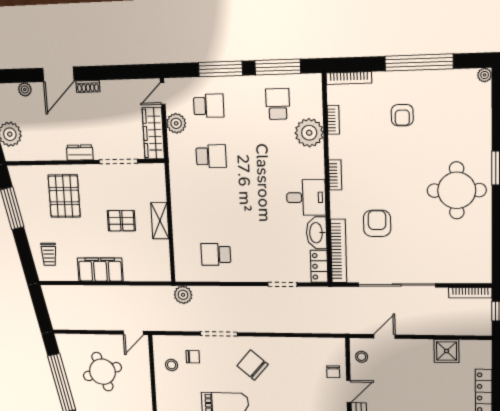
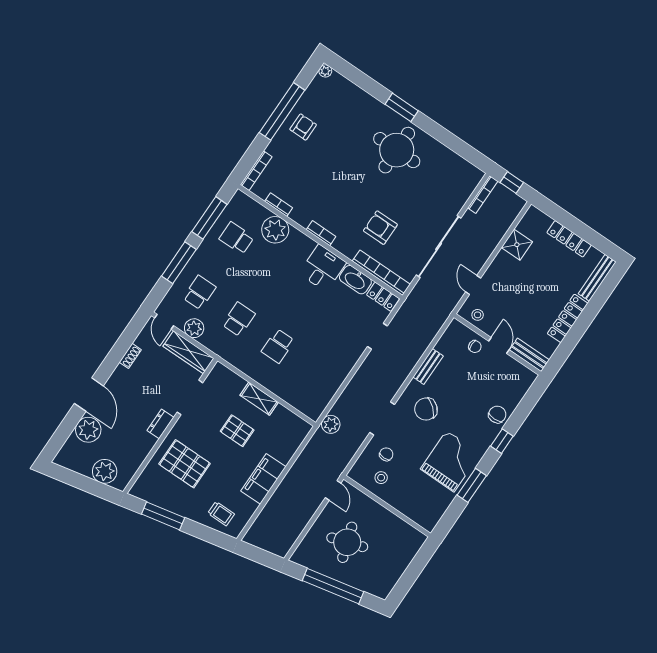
shoe rack: (88, 86) -> (130, 356), moved
plant: (25, 89) -> (88, 430), width x1.88, depth x1.88
armchair: (402, 115) -> (303, 127), moved, turned -90
pallet: (121, 221) -> (237, 431), turned 90
school desk: (216, 254) -> (278, 346), moved
bench: (288, 344) -> (428, 366), added

